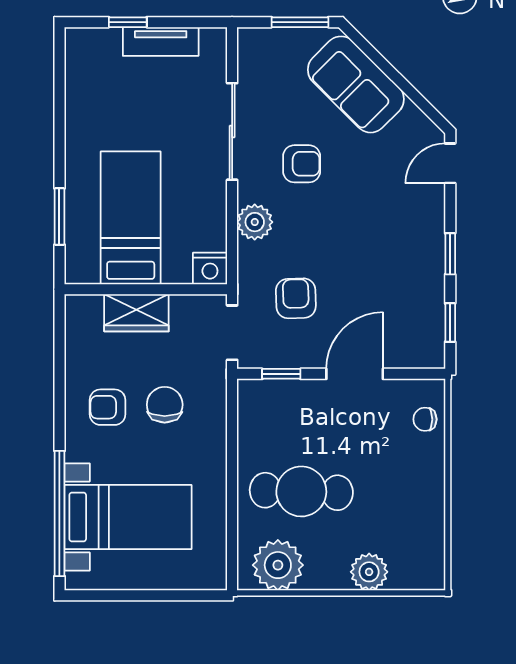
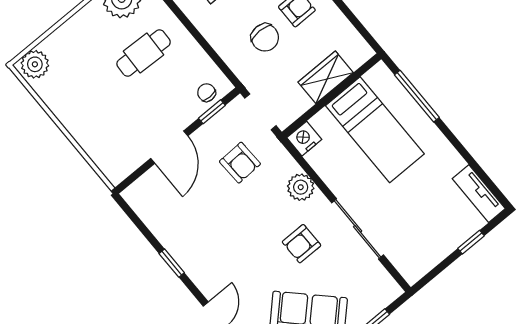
tv unit: (161, 42) -> (479, 194), moved, turned -90
window: (59, 217) -> (417, 96), width x1.44
window: (450, 323) -> (138, 223), removed
chair: (425, 419) -> (207, 93), moved, turned -90
cafe table: (301, 491) -> (144, 53), width x0.73, depth x0.74
plant: (369, 572) -> (35, 64), moved

